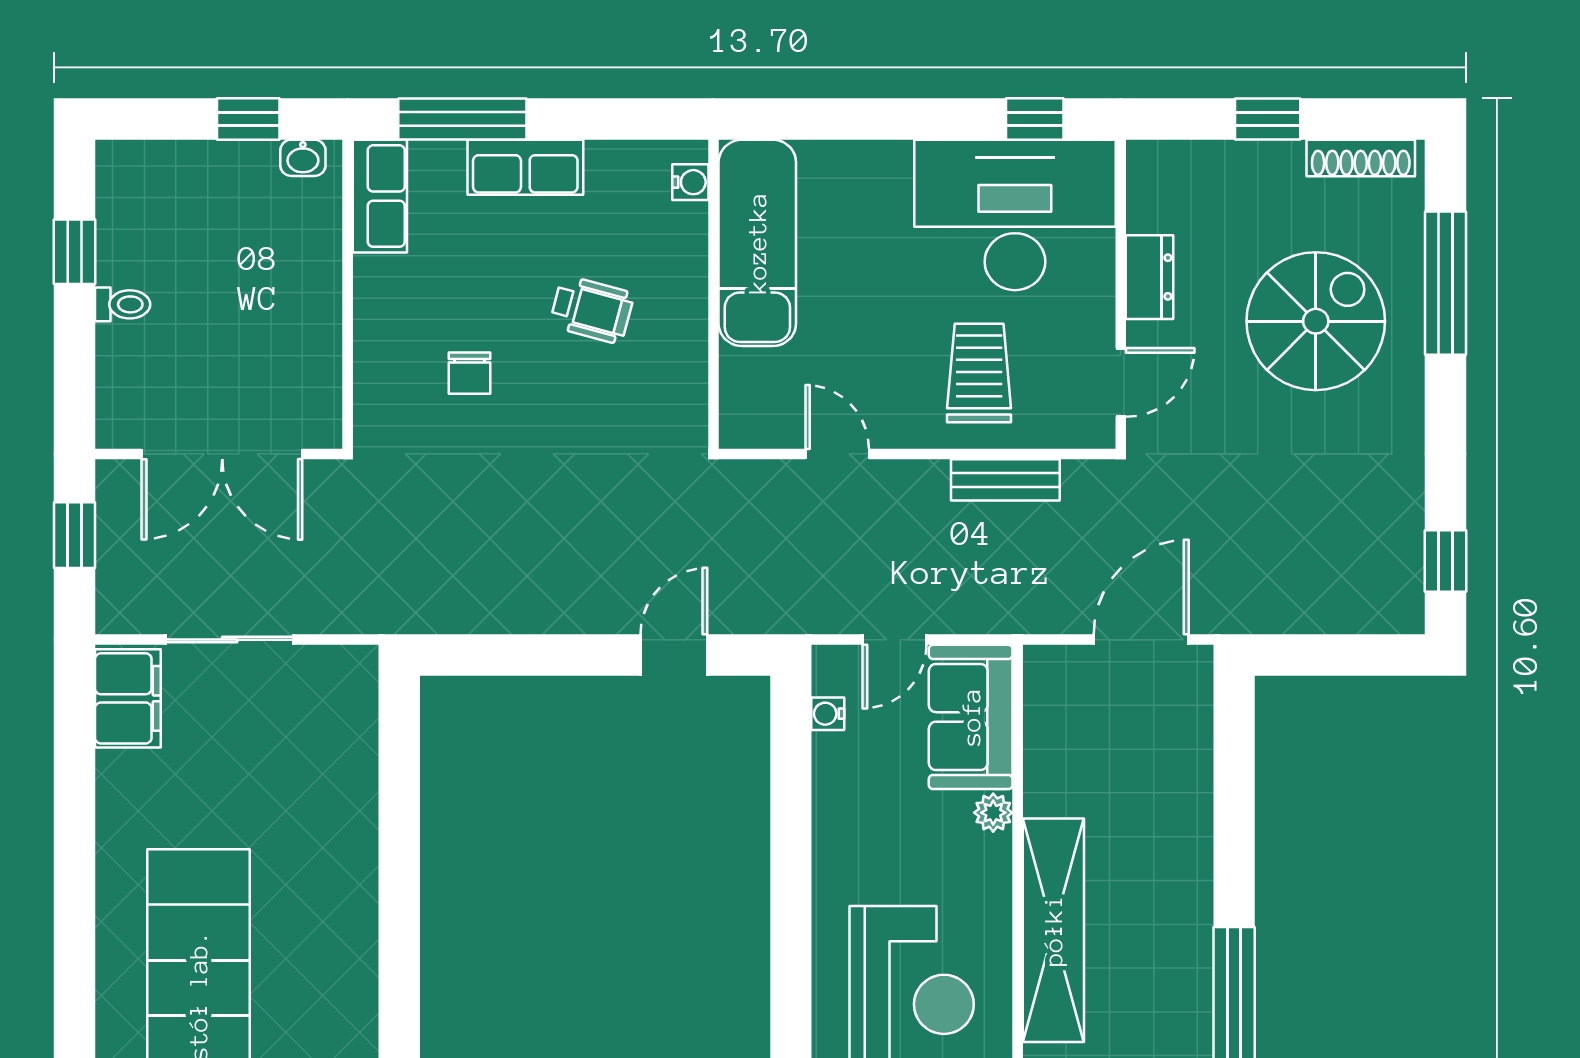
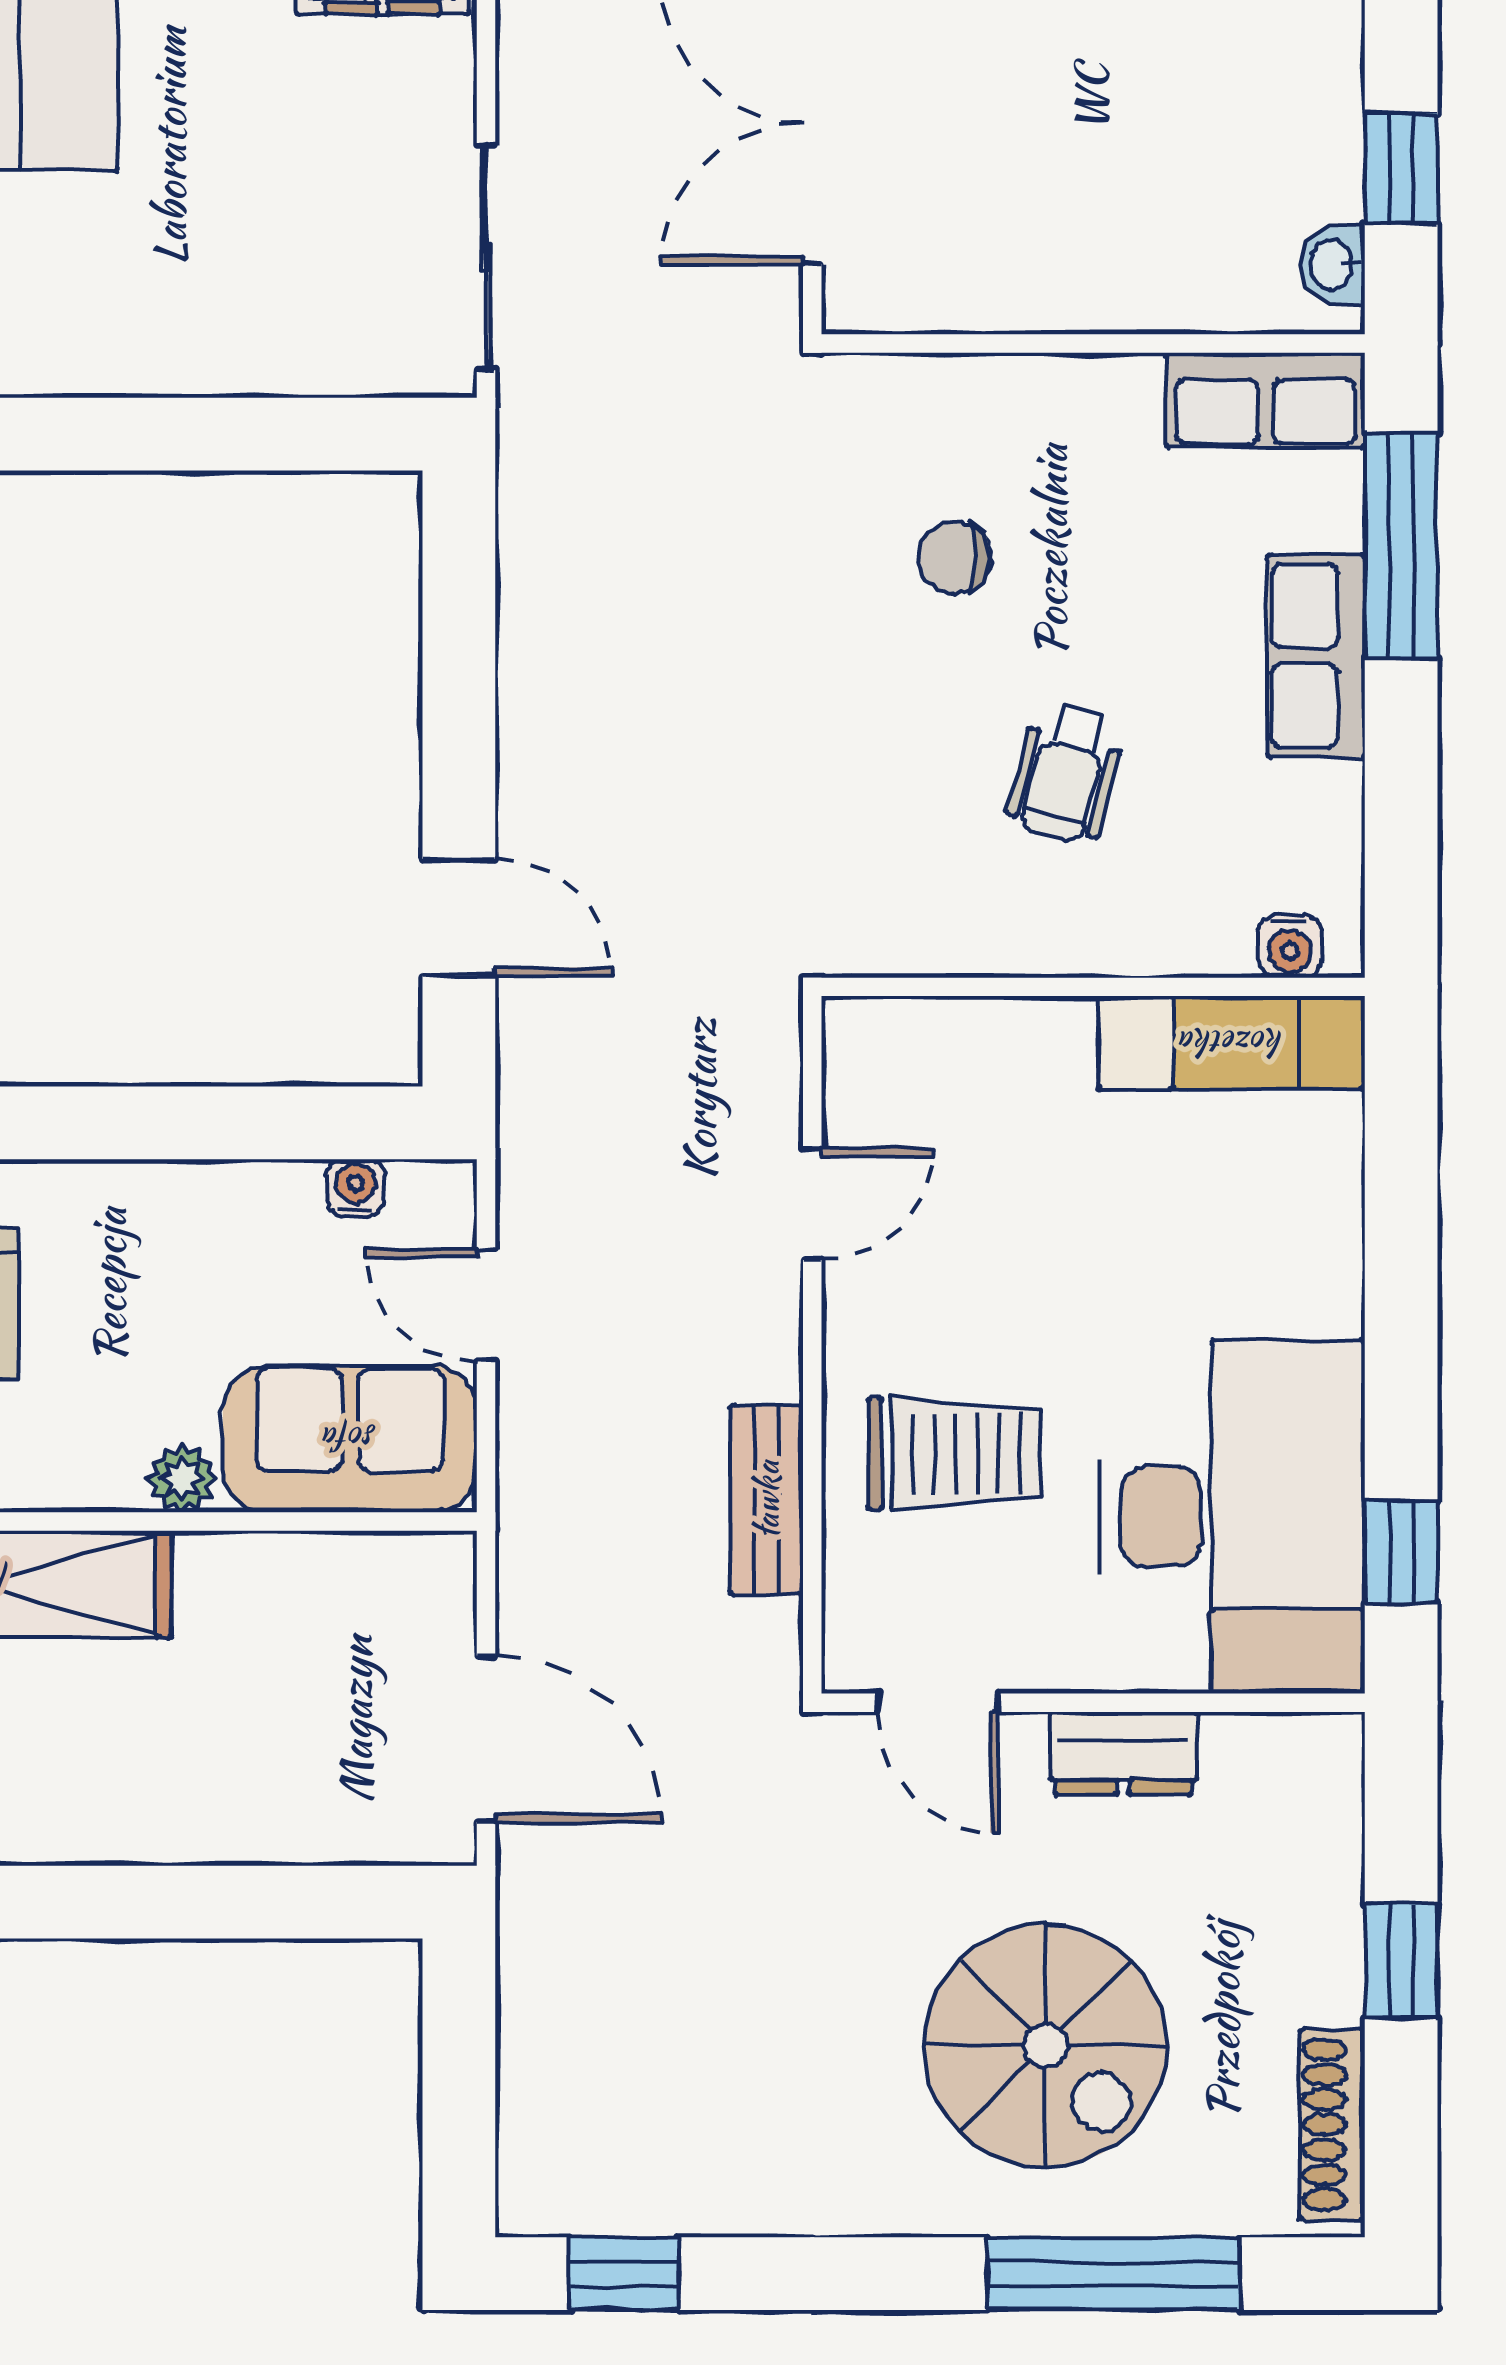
exam couch: (757, 243) -> (1232, 1043), width x0.73, depth x0.69
sliding door: (230, 640) -> (486, 257), moved

